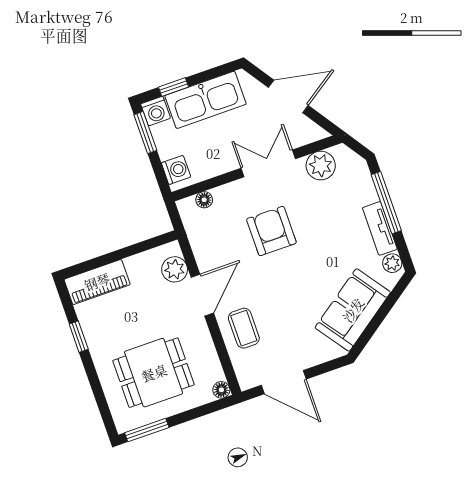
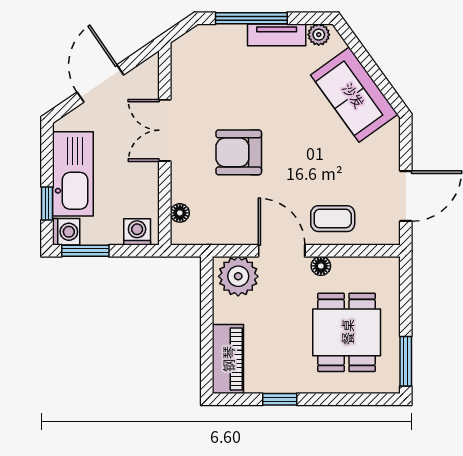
plant: (321, 166) -> (187, 75), removed
plant: (175, 269) -> (238, 276), width x1.36, depth x1.36
floor lamp: (221, 390) -> (321, 266), moved

